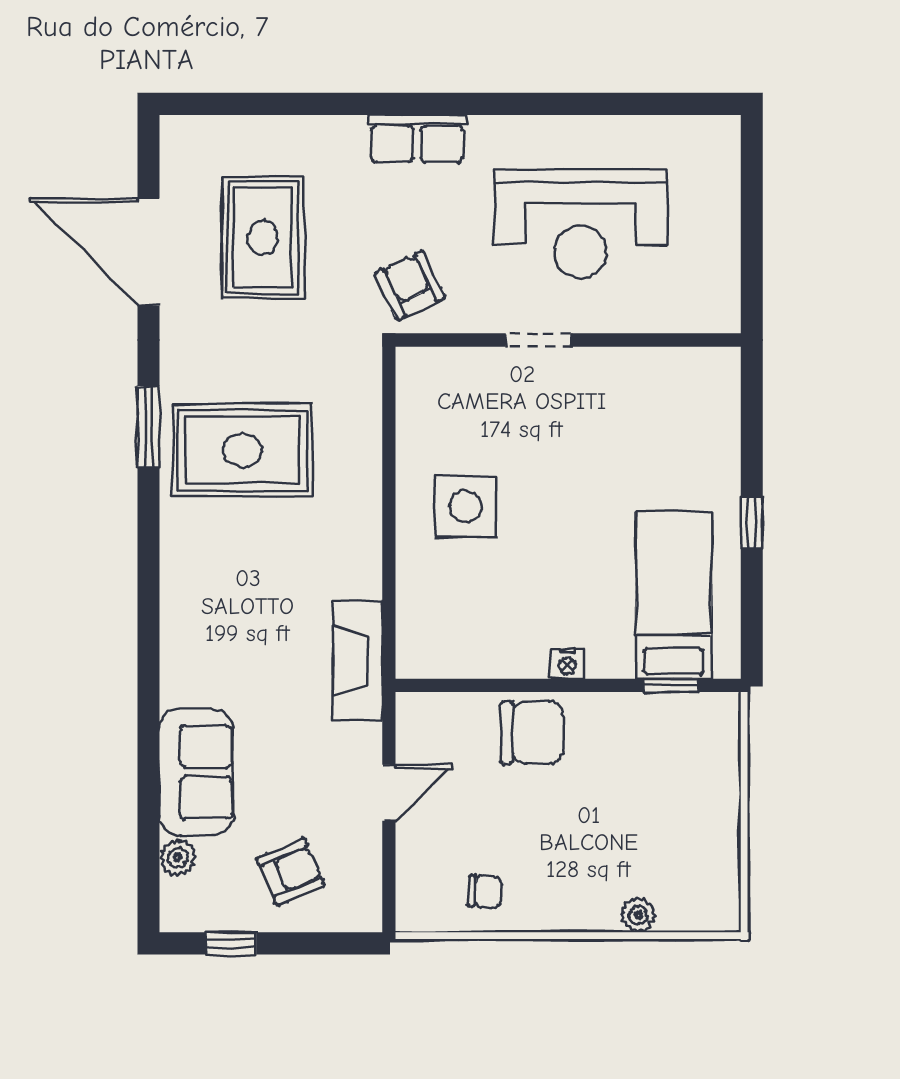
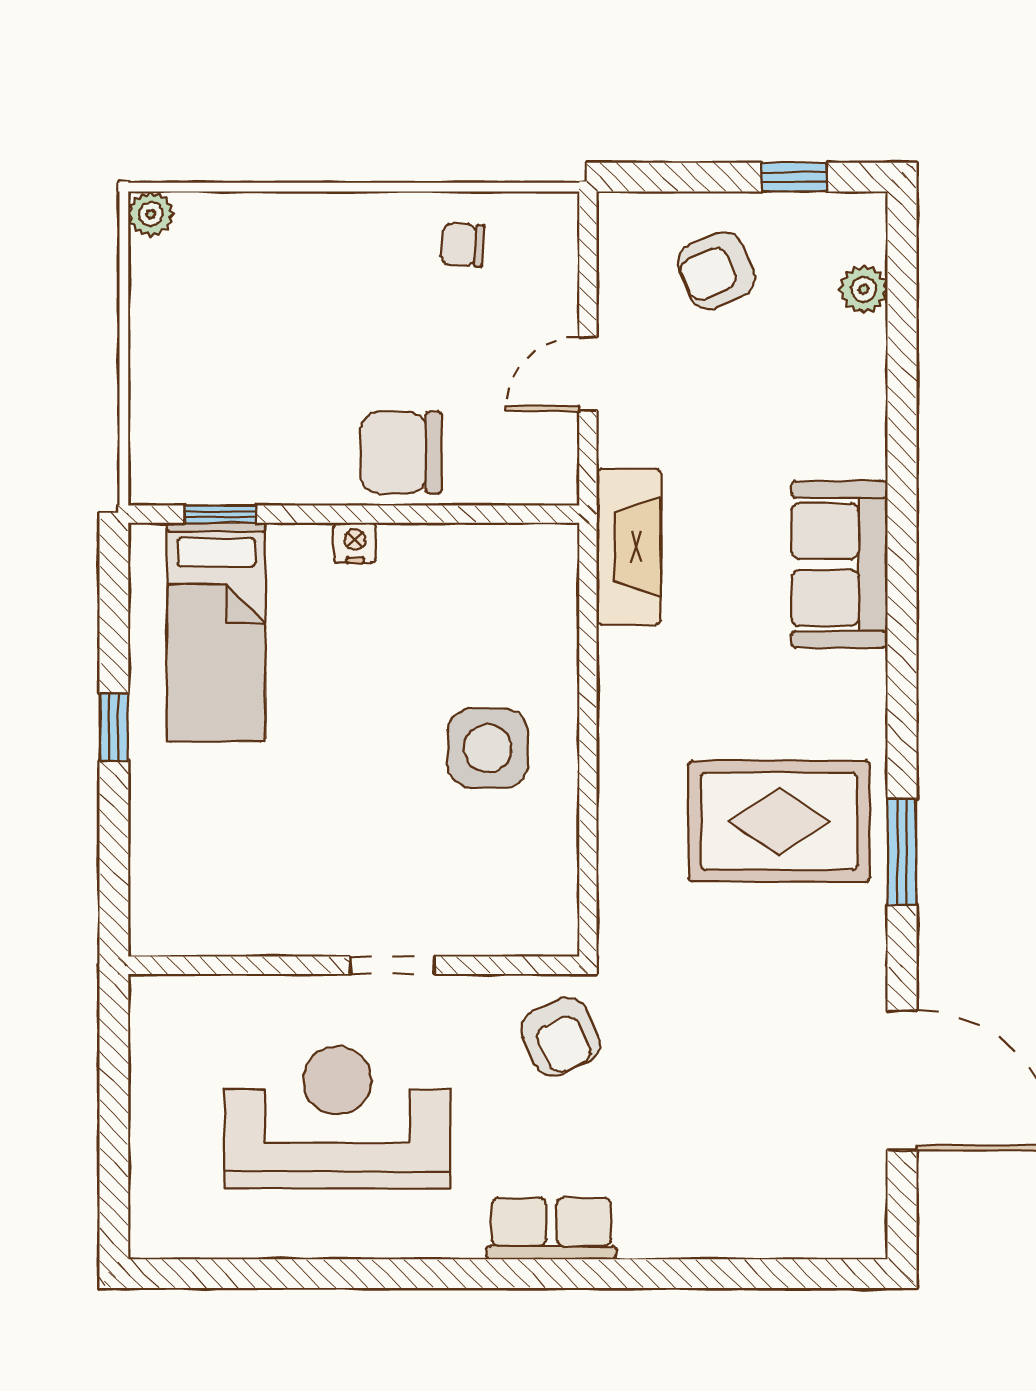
rug: (263, 237) -> (753, 1099), removed
sofa: (196, 772) -> (840, 564), moved
plant: (638, 915) -> (151, 214), moved

